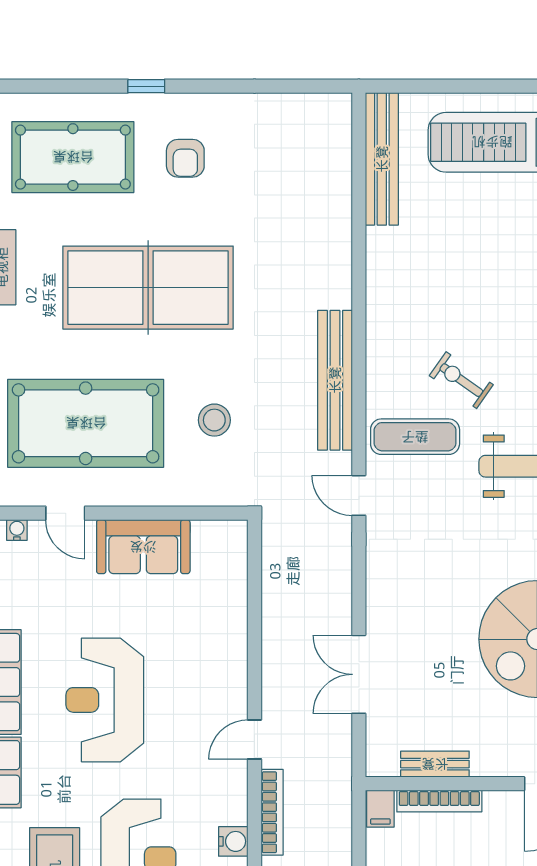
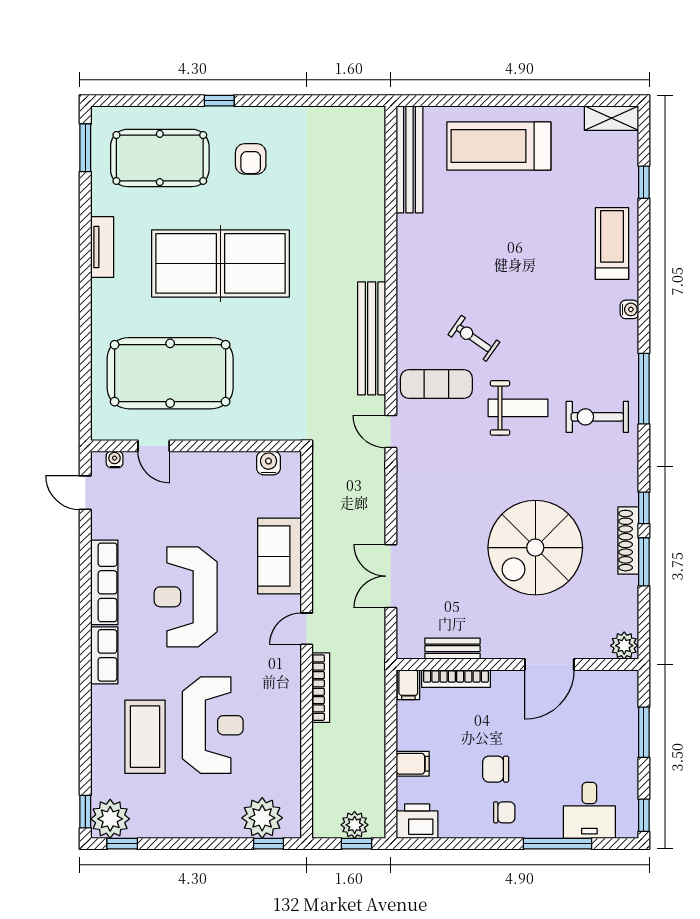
stool: (214, 420) -> (274, 371), removed
sofa: (143, 547) -> (279, 556), moved, turned 90
water cooler: (233, 841) -> (268, 463), moved, turned -90

